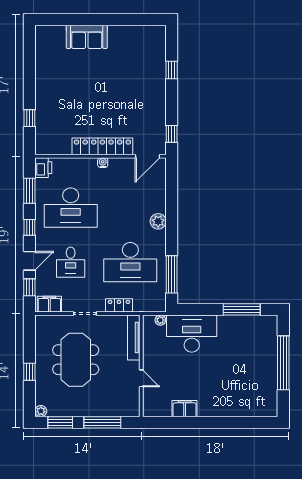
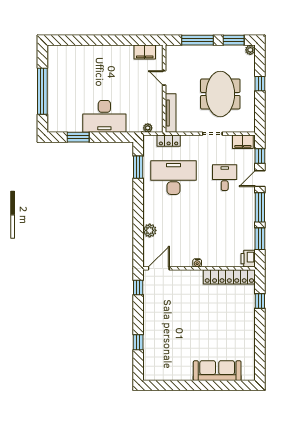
sofa: (87, 37) -> (217, 371), width x1.36
locker: (102, 146) -> (229, 277), moved
desk: (71, 208) -> (225, 224), removed
plant: (158, 221) -> (150, 230), moved
window: (29, 227) -> (260, 207), width x2.17
window: (172, 274) -> (138, 167), width x0.69
locker: (119, 305) -> (169, 141), moved
window: (242, 309) -> (78, 137), width x0.69
desk: (192, 334) -> (104, 116), moved
filing cabinet: (185, 409) -> (145, 52), moved

